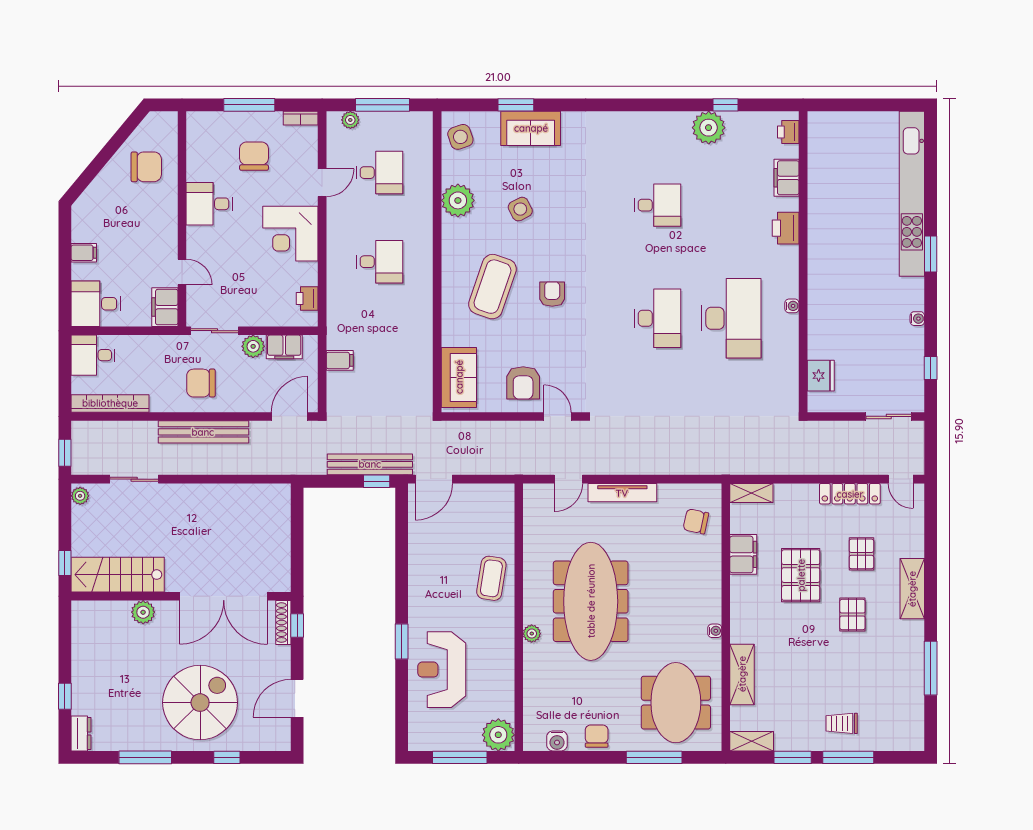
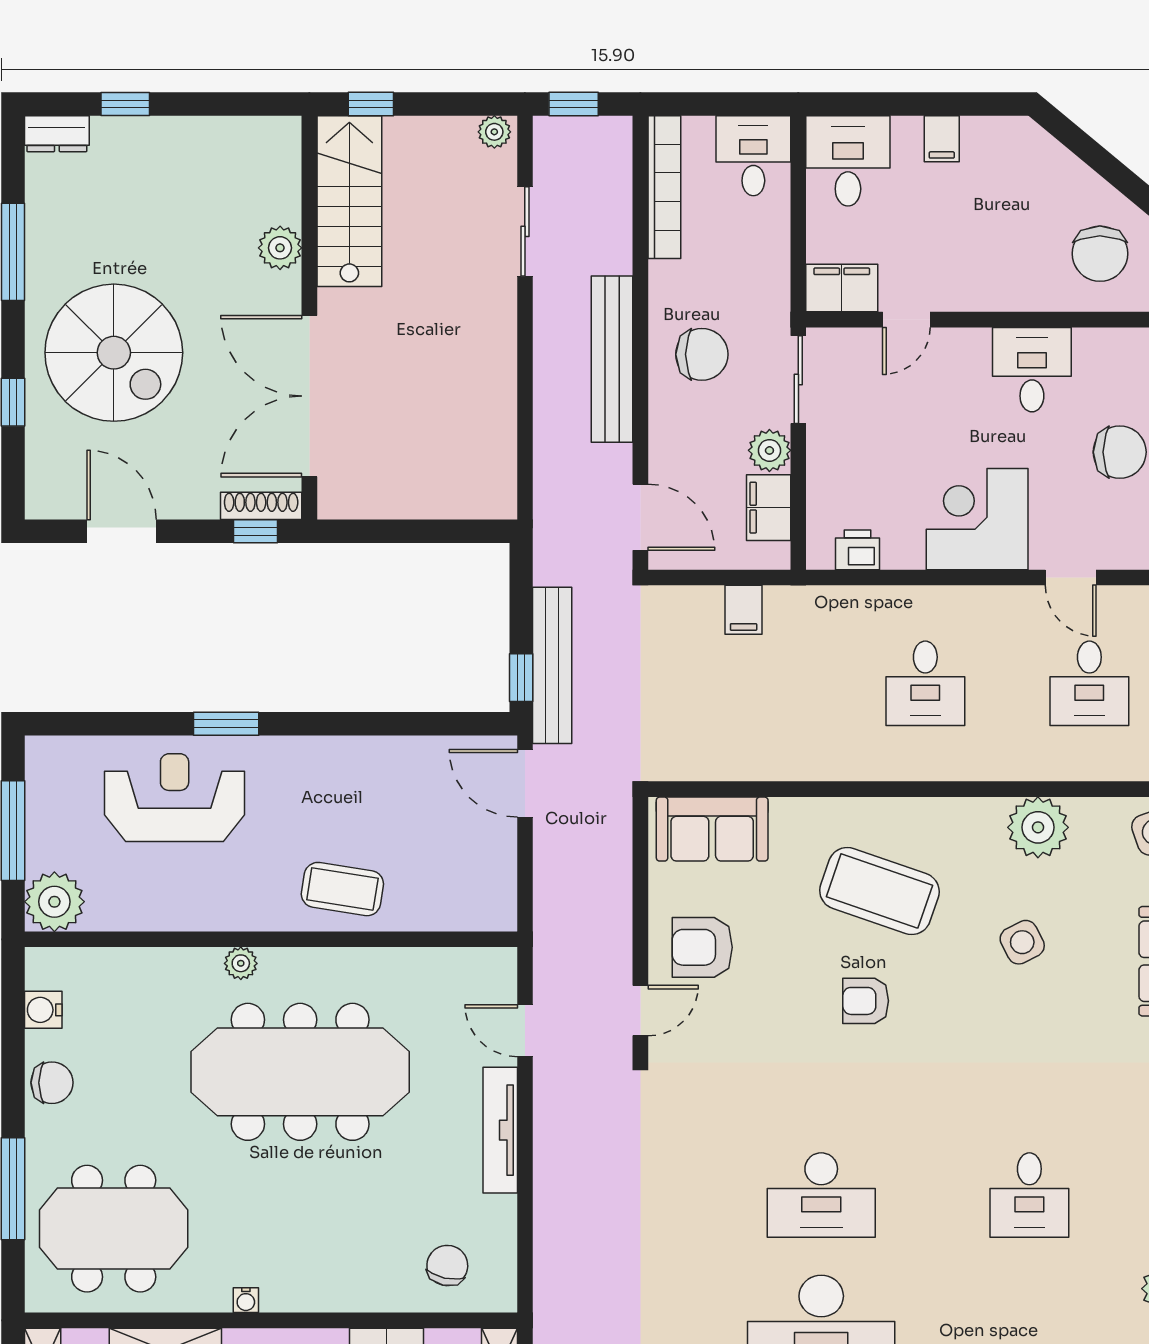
armchair: (552, 294) -> (866, 1001), turned 180
chair: (201, 383) -> (702, 354), turned 90

